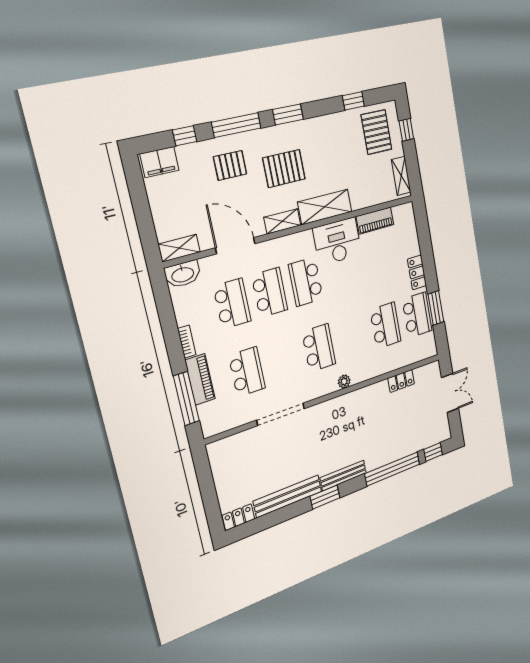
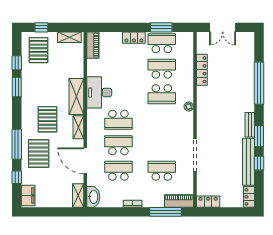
window: (288, 114) -> (17, 87), moved
pallet: (376, 132) -> (39, 50), turned 90
pallet: (230, 165) -> (39, 153), width x1.50, depth x1.42
piano: (375, 220) -> (93, 45), moved
door: (235, 246) -> (85, 161), hinge flipped
school desk: (319, 348) -> (162, 94), moved, turned 180
piano: (200, 379) -> (179, 201), moved
locker: (401, 381) -> (202, 70), width x1.53
double door: (450, 393) -> (223, 27), swing flipped
window: (433, 452) -> (259, 163), moved
locker: (217, 459) -> (208, 202), added
bench: (343, 475) -> (250, 125), width x0.73

